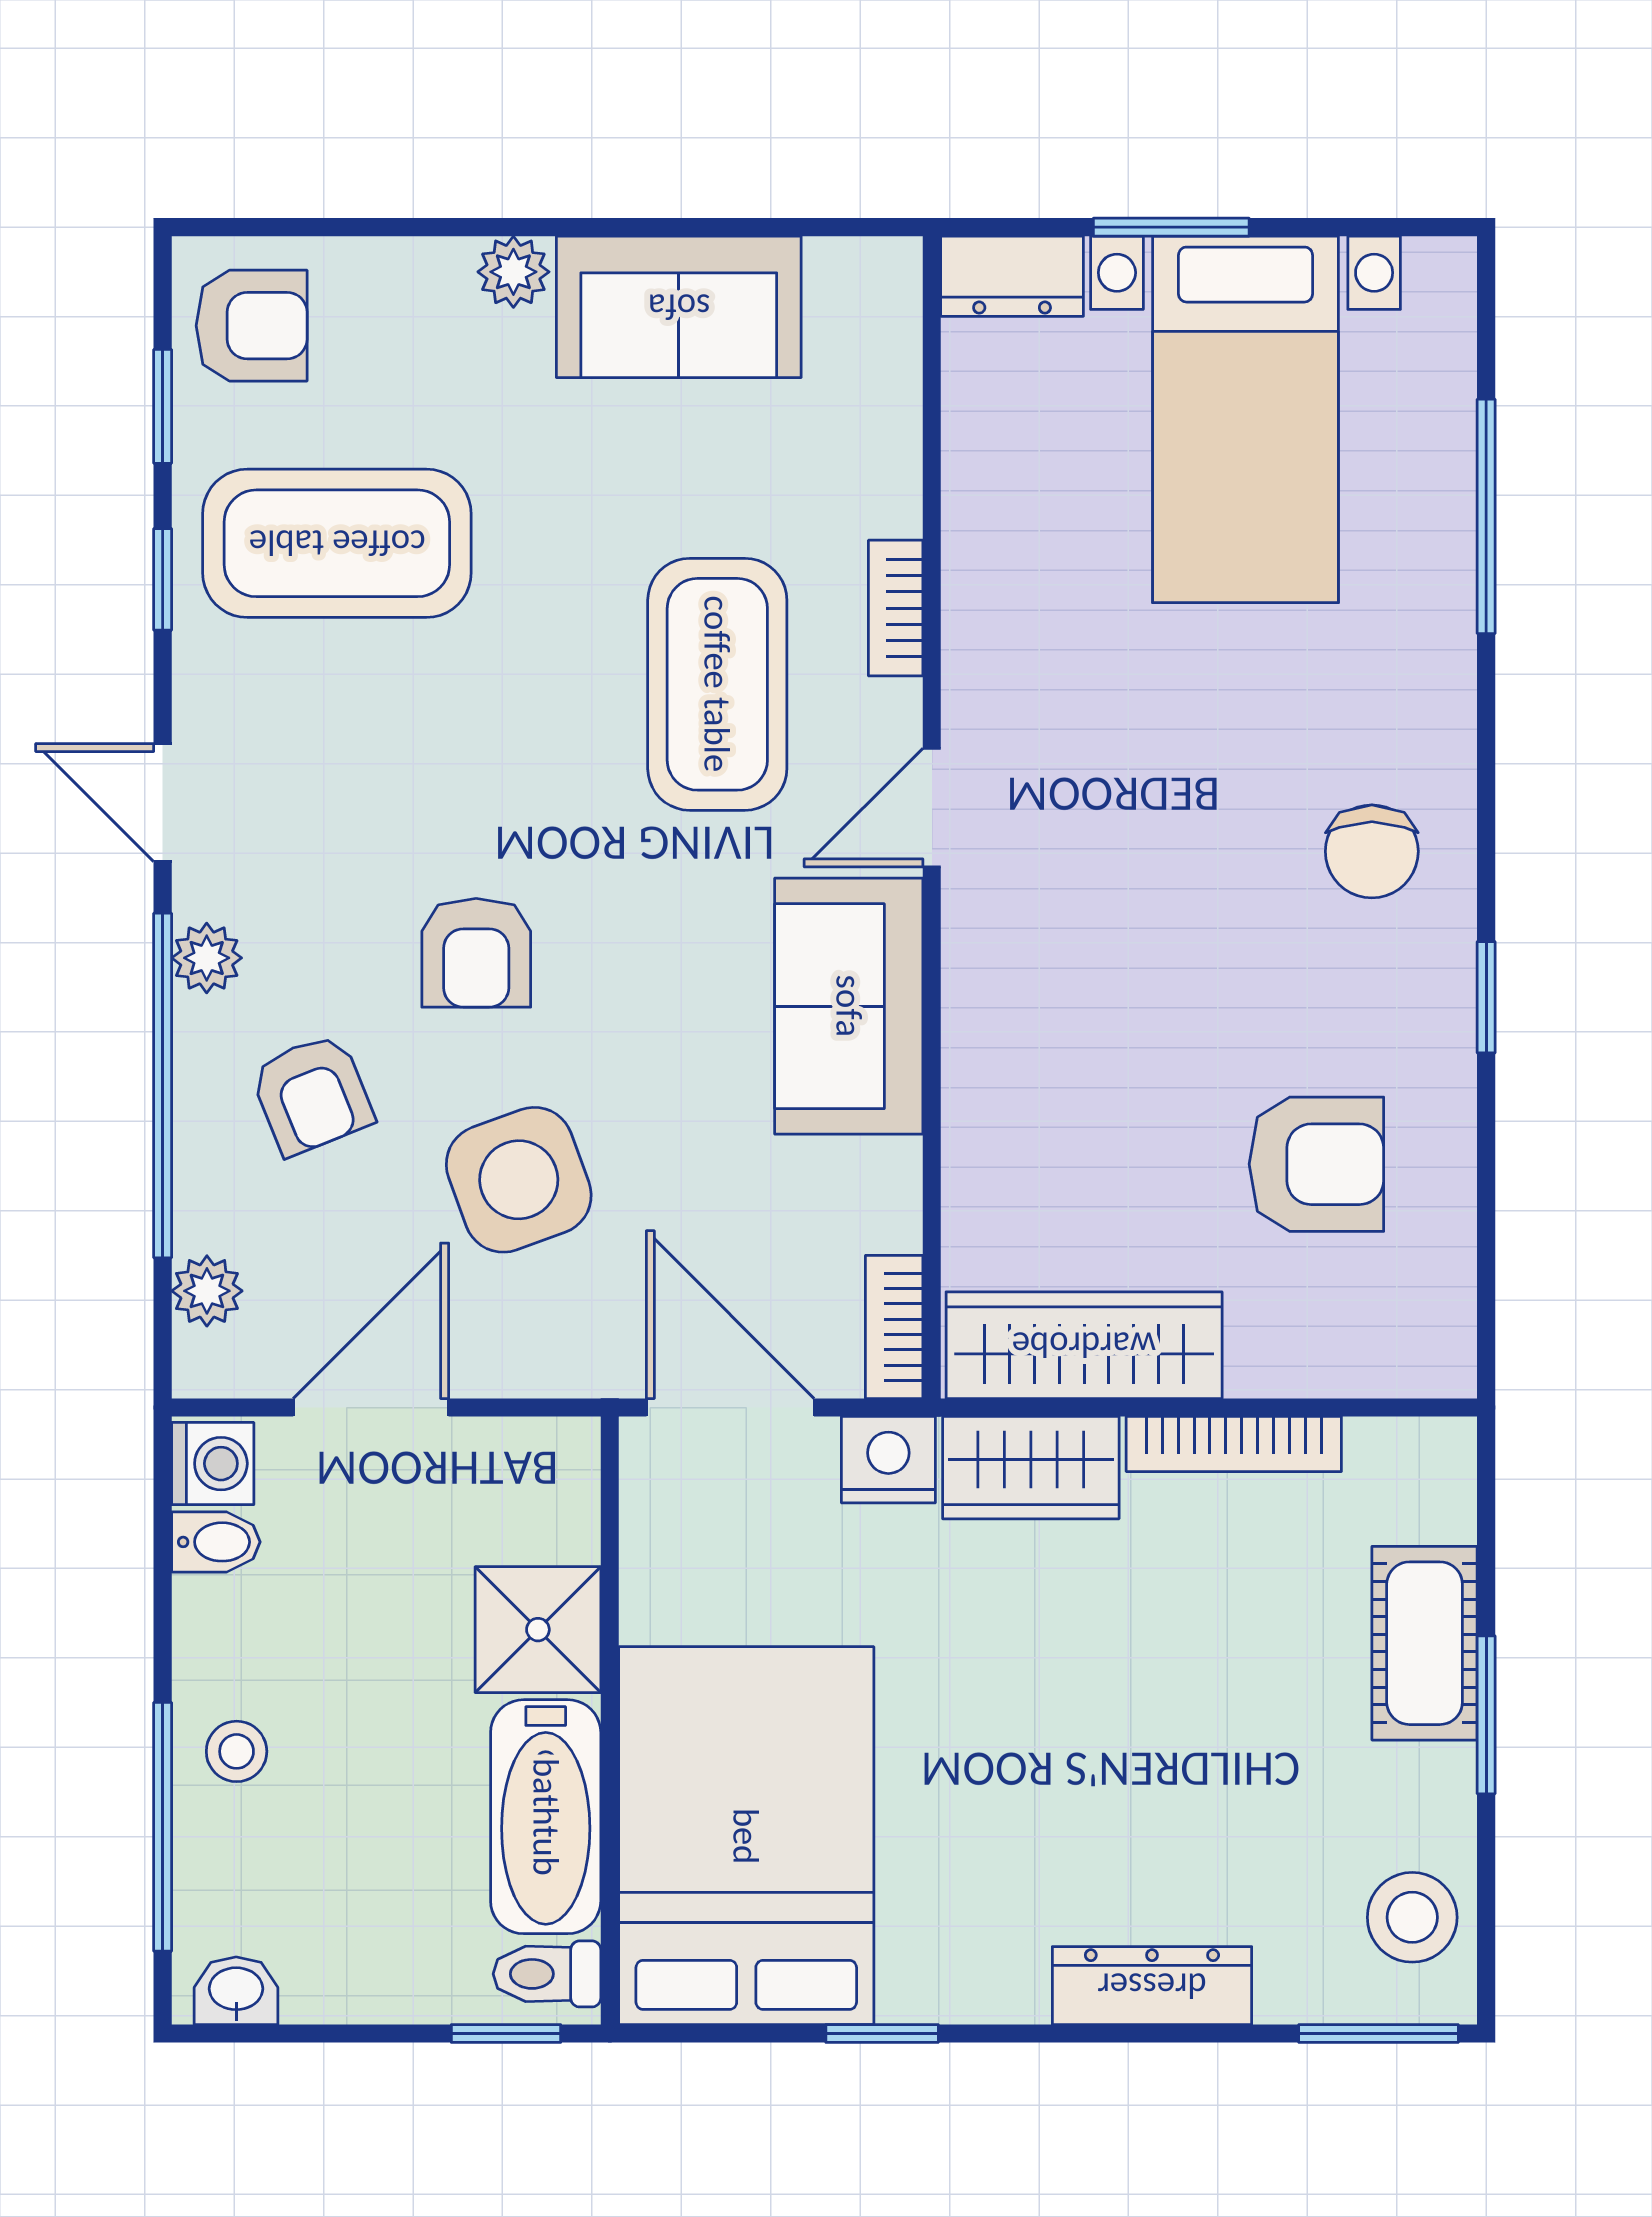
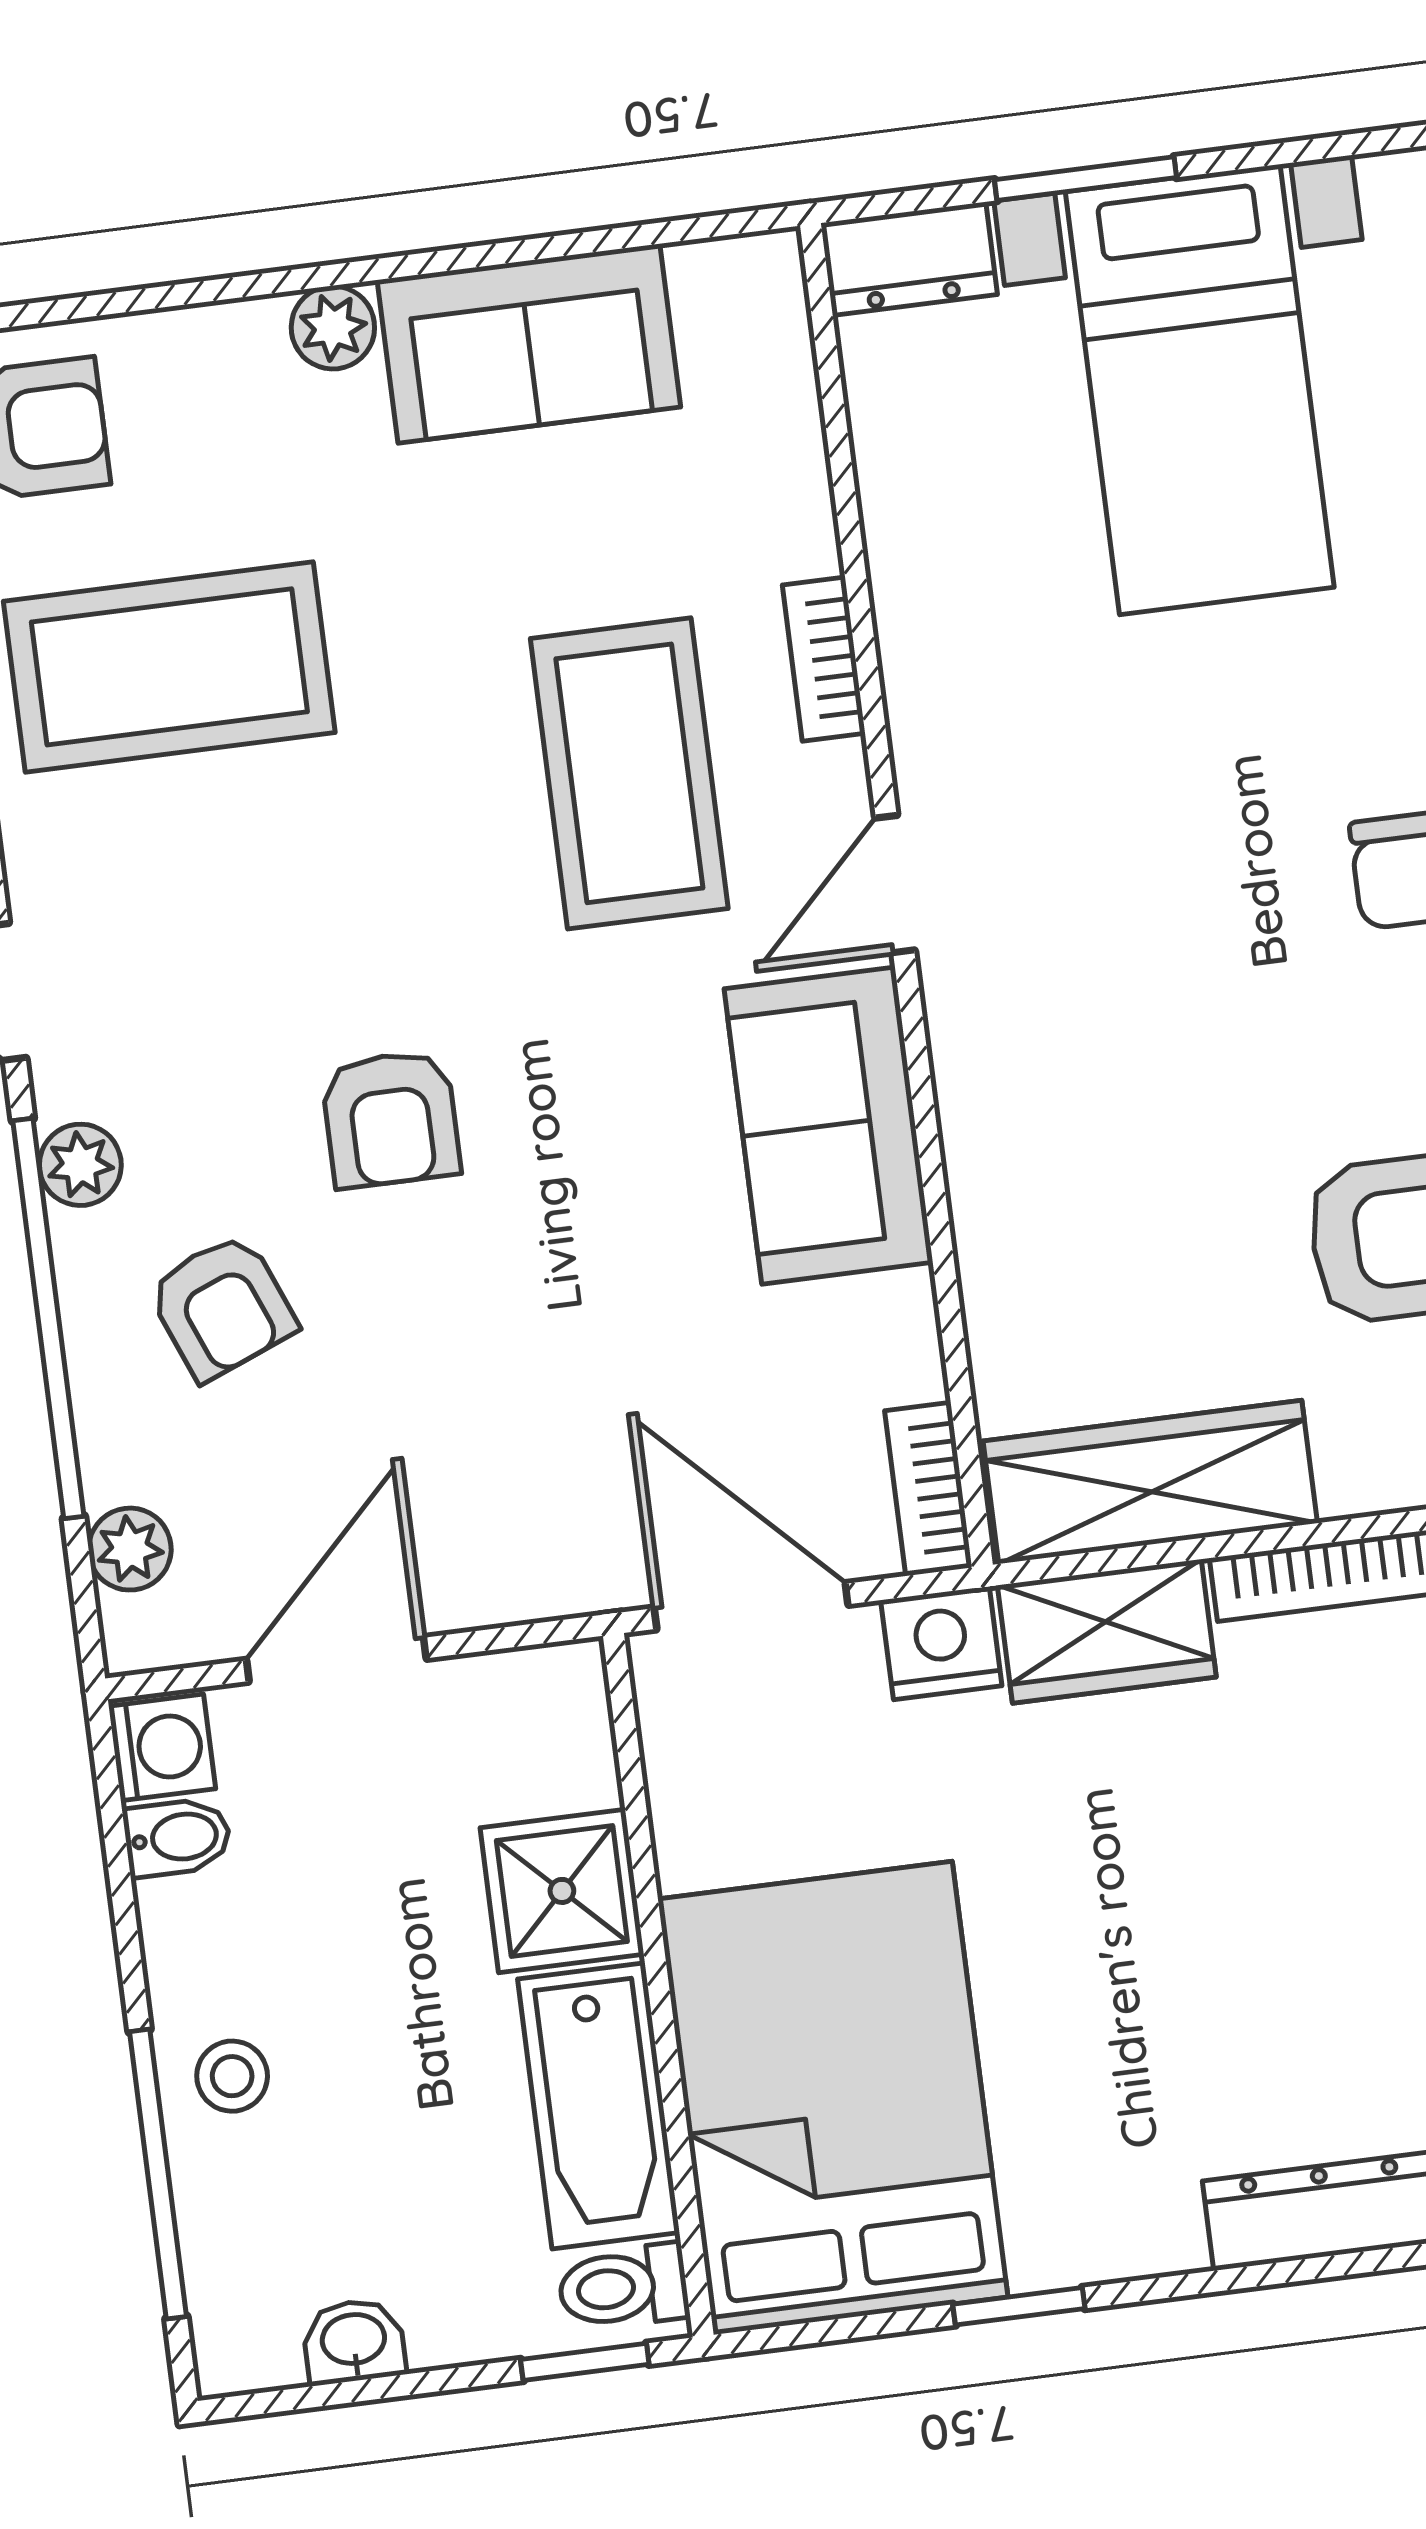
side table: (519, 1180) -> (473, 1375), removed
washbasin: (236, 1991) -> (354, 2341), moved

